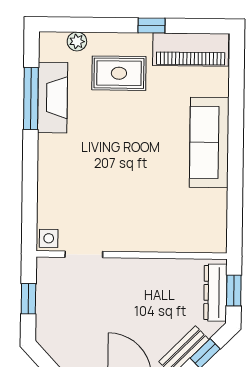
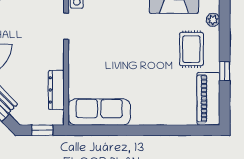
sofa: (209, 142) -> (99, 112), moved
dresser: (215, 293) -> (56, 90), moved, turned -90

